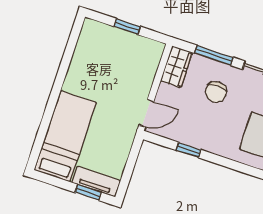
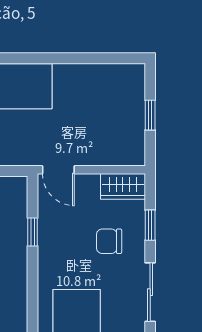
window: (214, 55) -> (150, 225), width x0.67

